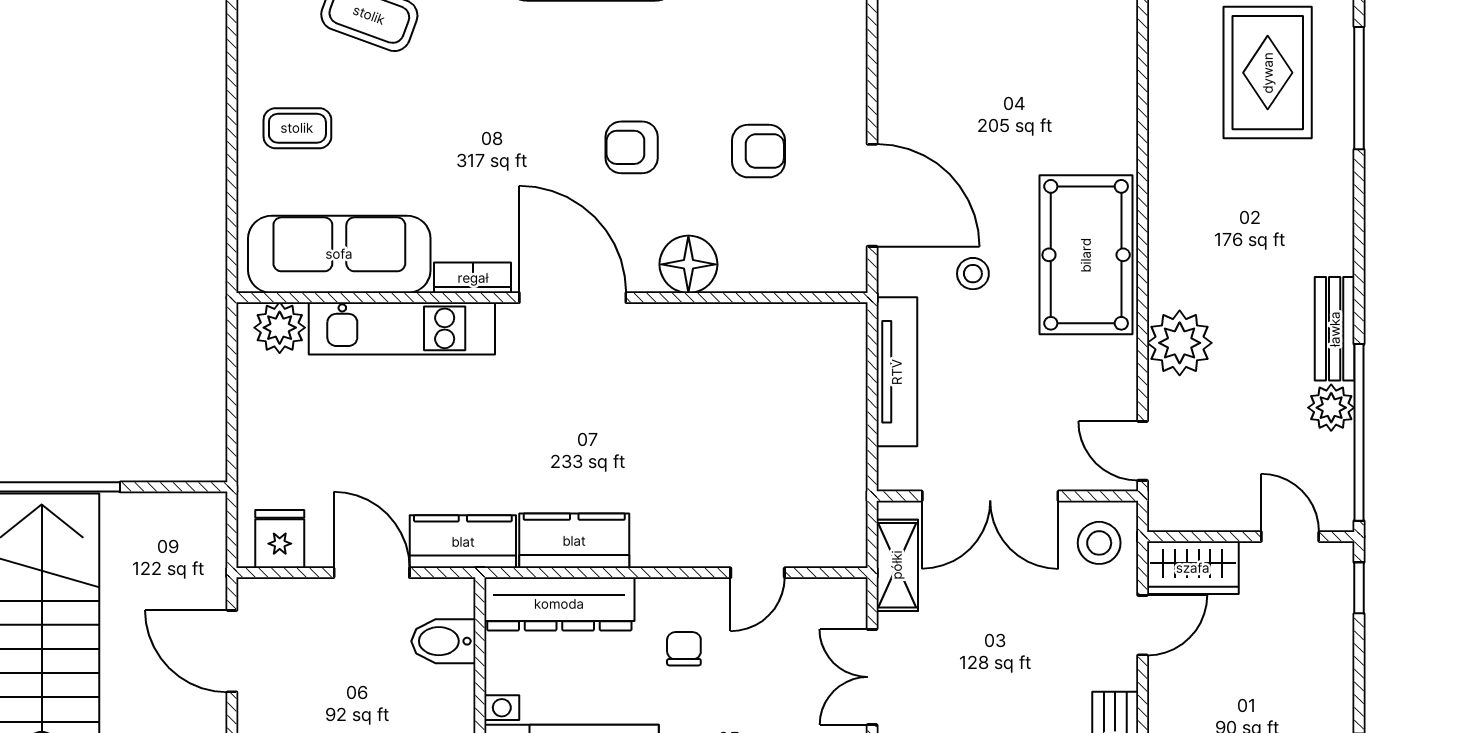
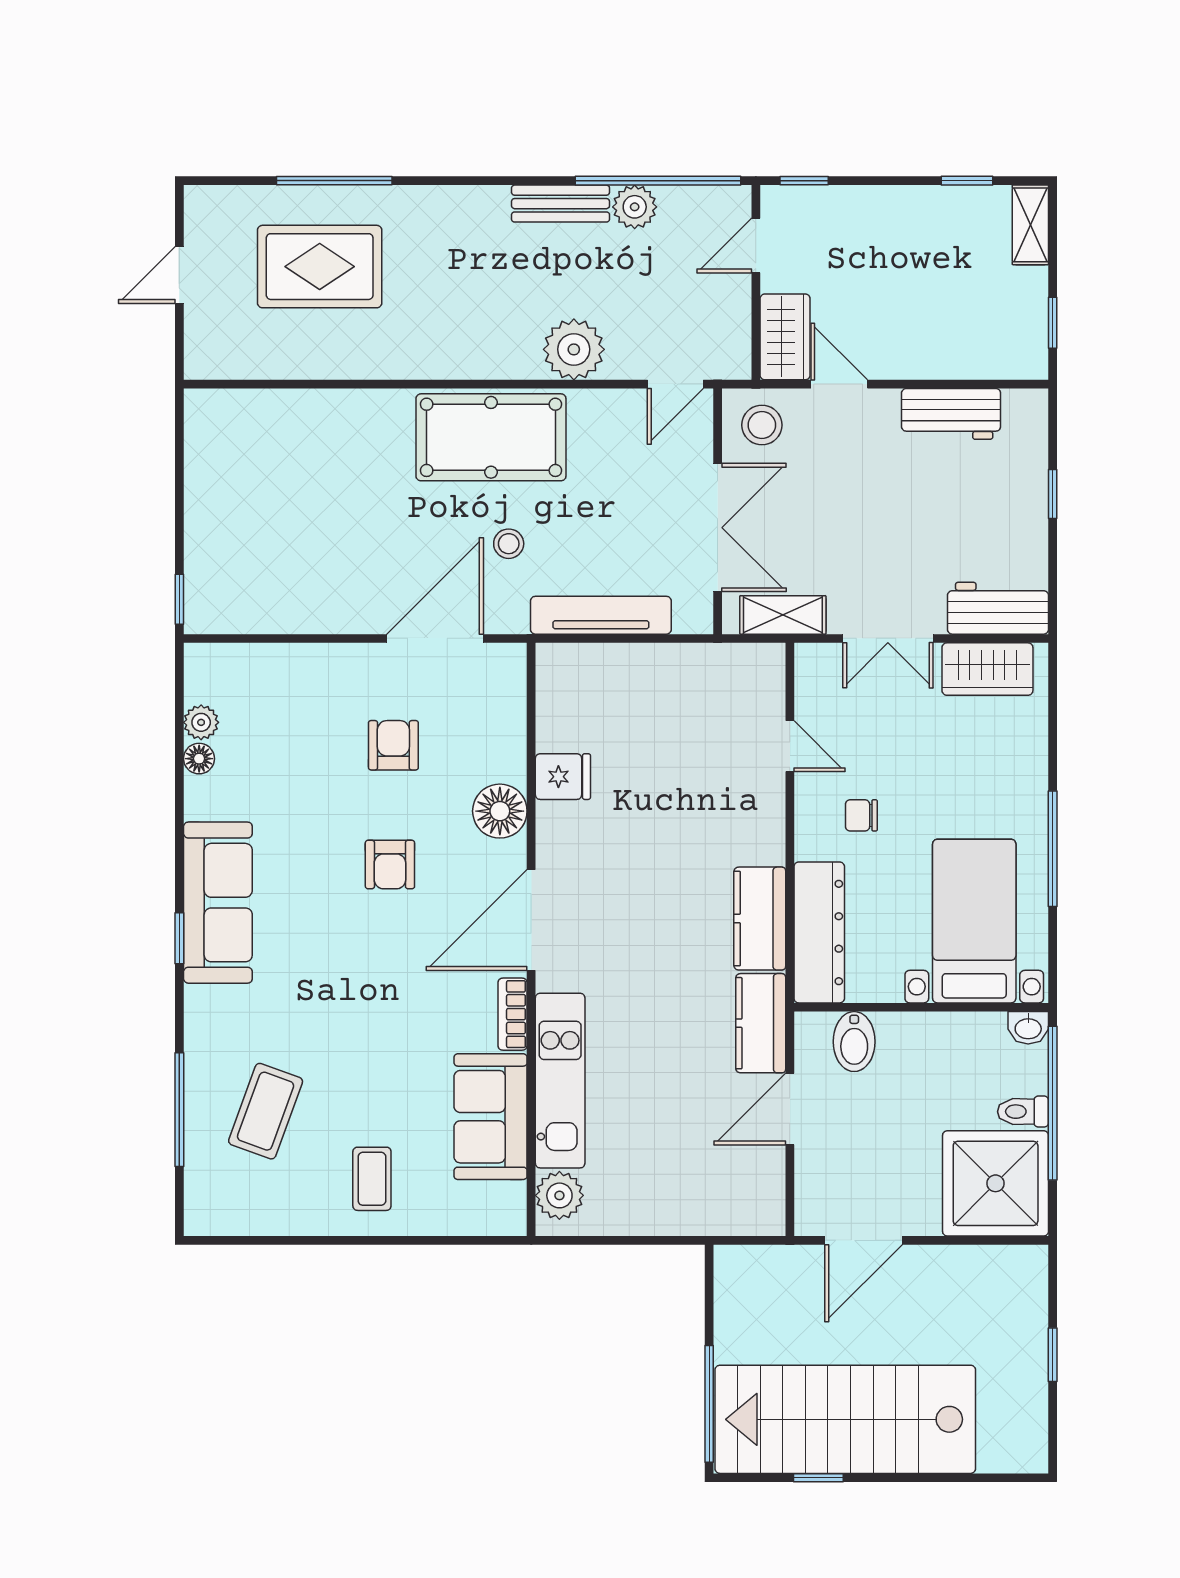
sofa: (339, 254) -> (491, 1117), width x0.73
fridge: (280, 539) -> (563, 777), moved, turned 180

